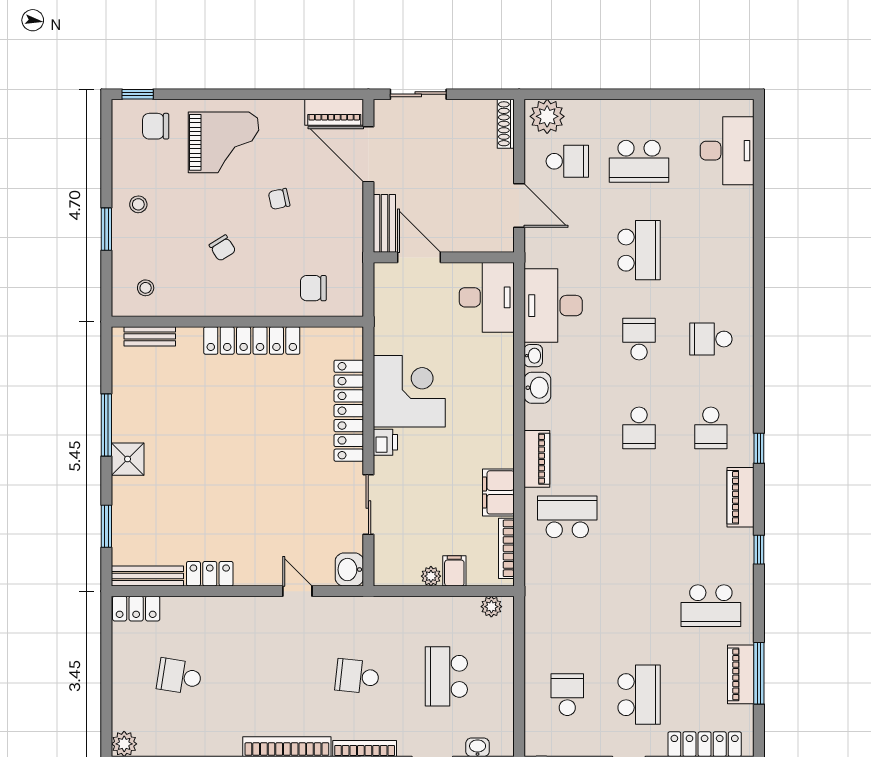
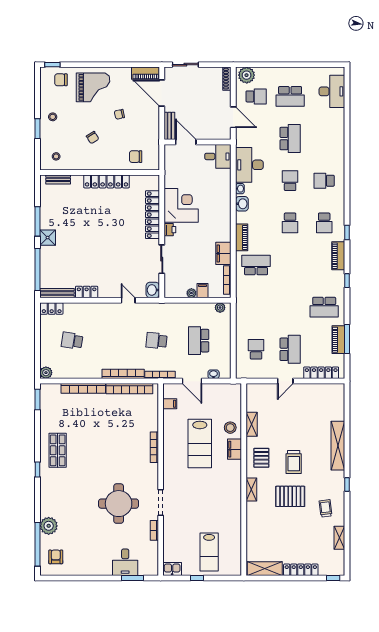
desk: (487, 297) -> (218, 156), width x0.73
window: (106, 526) -> (38, 269), width x2.11

